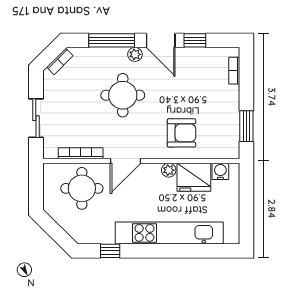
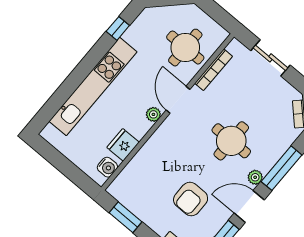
armchair: (181, 133) -> (191, 199), moved
plant: (169, 170) -> (153, 114), moved
fridge: (194, 177) -> (123, 145), width x0.73, depth x0.75

